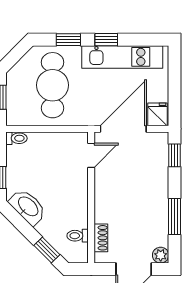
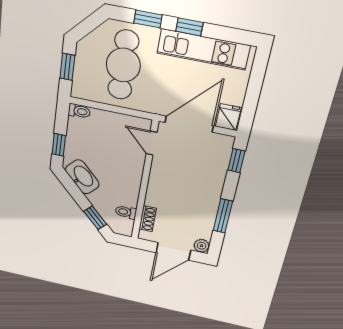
door: (91, 155) -> (152, 143), swing flipped

